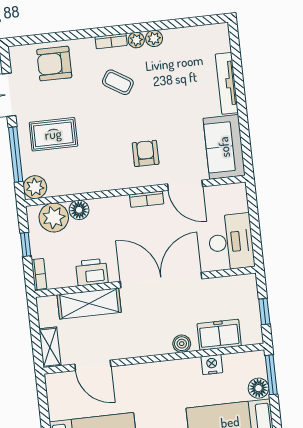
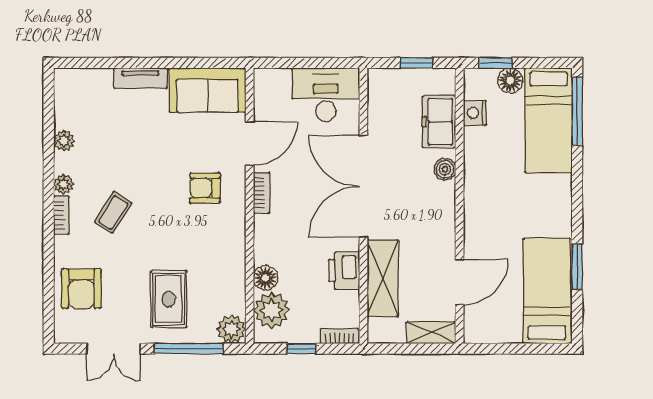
plant: (154, 38) -> (64, 141), moved
tv unit: (227, 83) -> (140, 78), width x0.71
nightstand: (212, 365) -> (475, 113), moved
window: (271, 375) -> (495, 63), width x0.67

